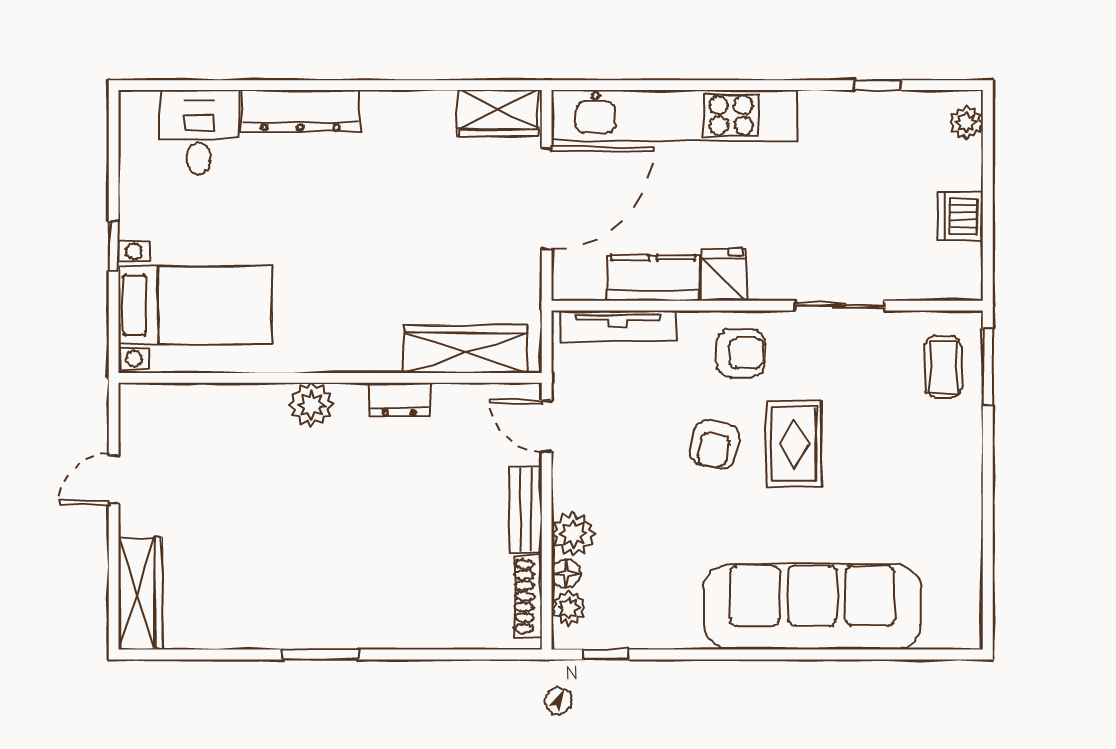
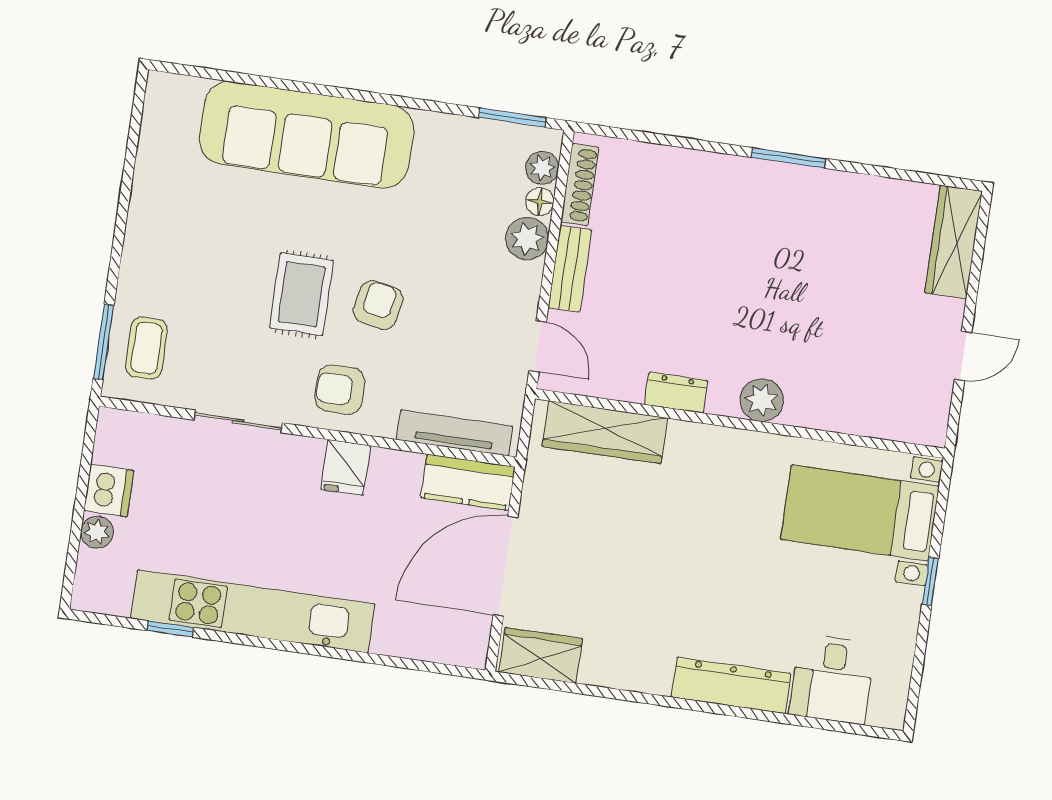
kitchen unit: (674, 115) -> (253, 611), moved
plant: (966, 122) -> (97, 532), moved
kitchen counter: (653, 278) -> (468, 482), moved
window: (606, 654) -> (512, 118), width x1.50

